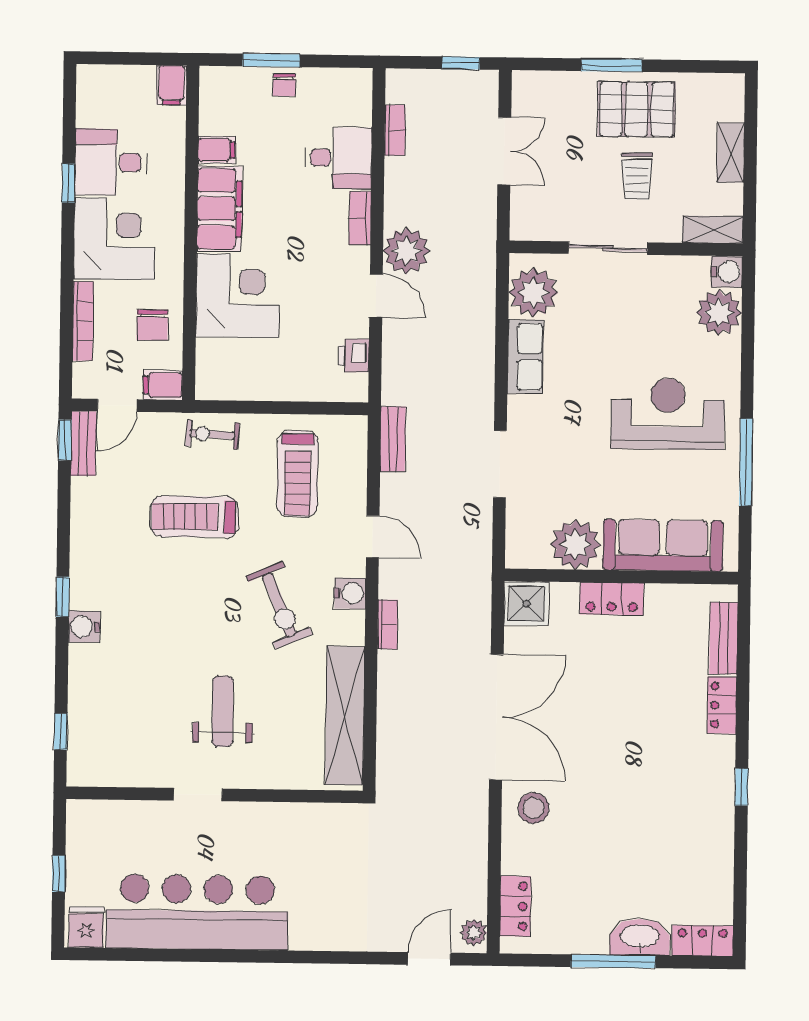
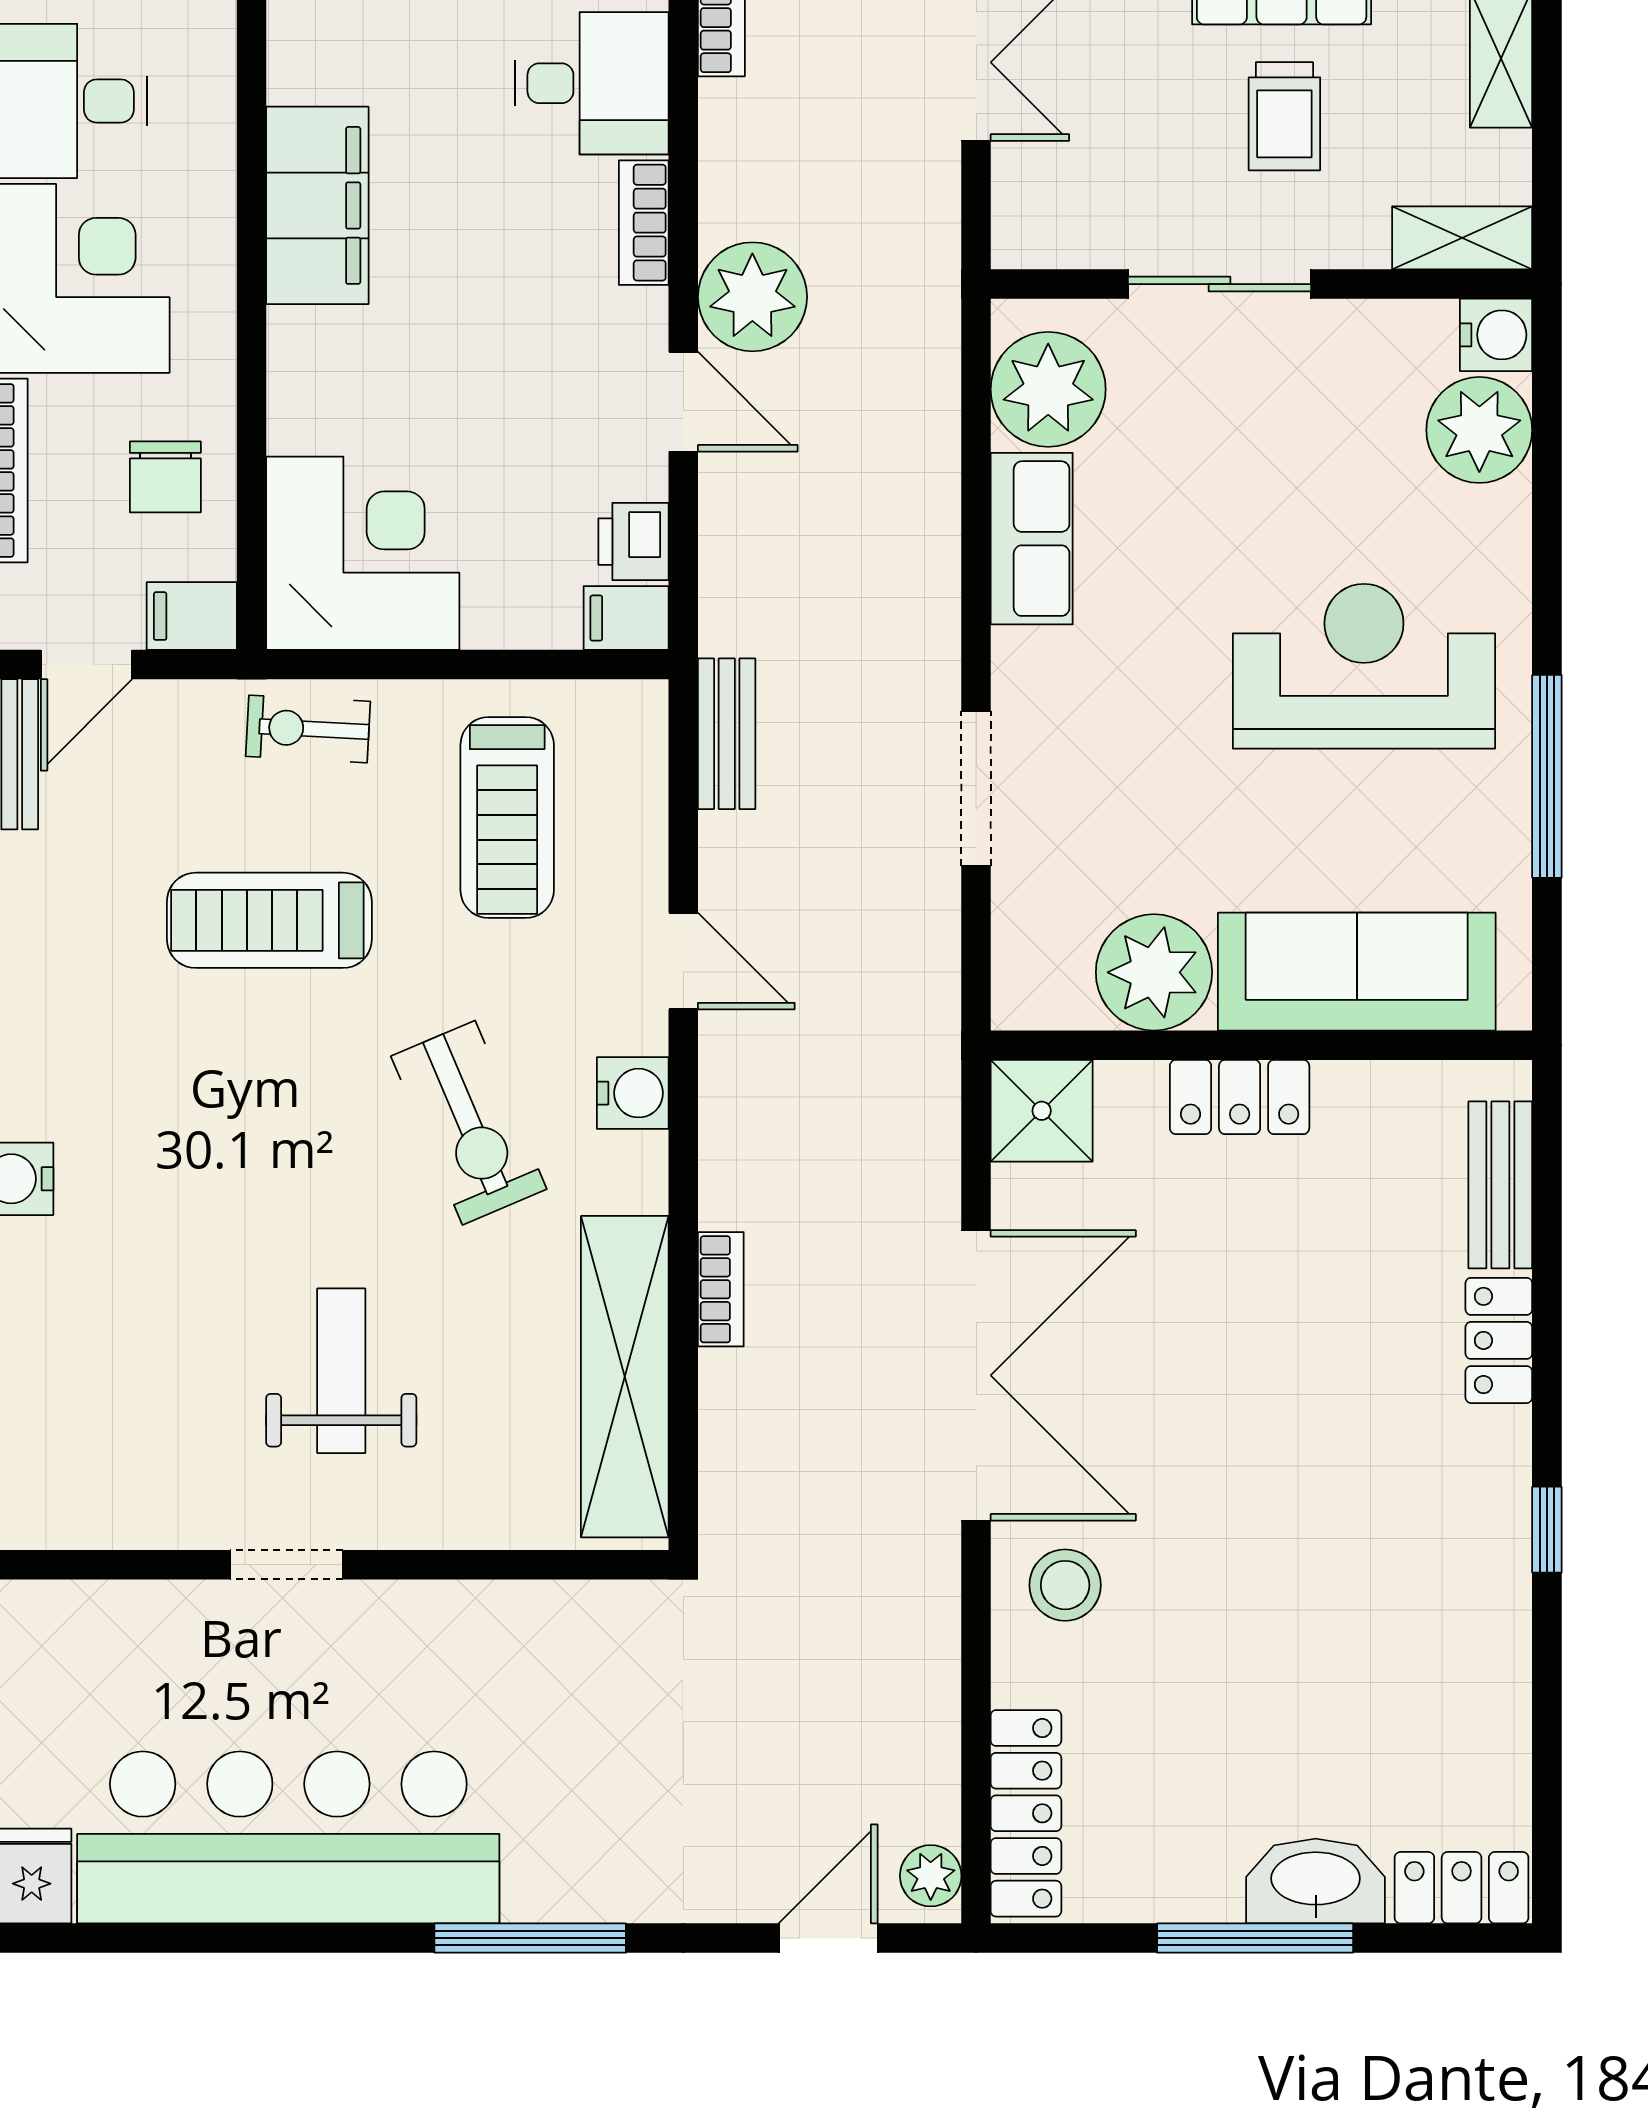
filing cabinet: (217, 150) -> (626, 618), moved, turned 180
corner desk: (238, 296) -> (363, 553), moved
bookcase: (388, 624) -> (721, 1289), moved
locker: (515, 906) -> (1026, 1813), width x1.53
window: (301, 957) -> (530, 1938), added

